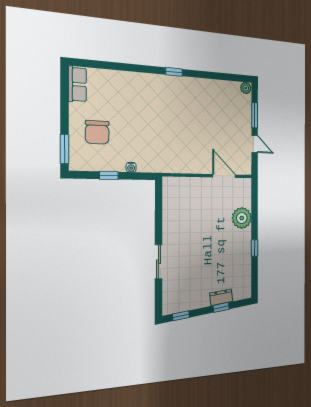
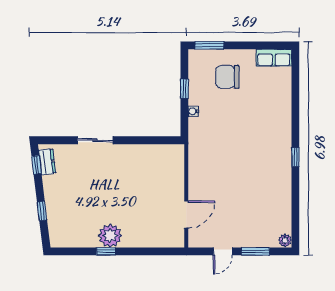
plant: (242, 218) -> (110, 236), moved
dresser: (221, 297) -> (47, 162), moved

